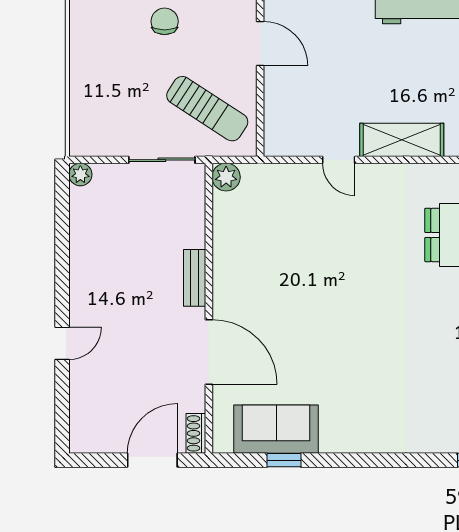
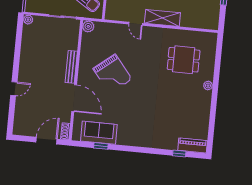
bench: (195, 278) -> (71, 67), width x1.36
grand piano: (295, 285) -> (112, 74), added

